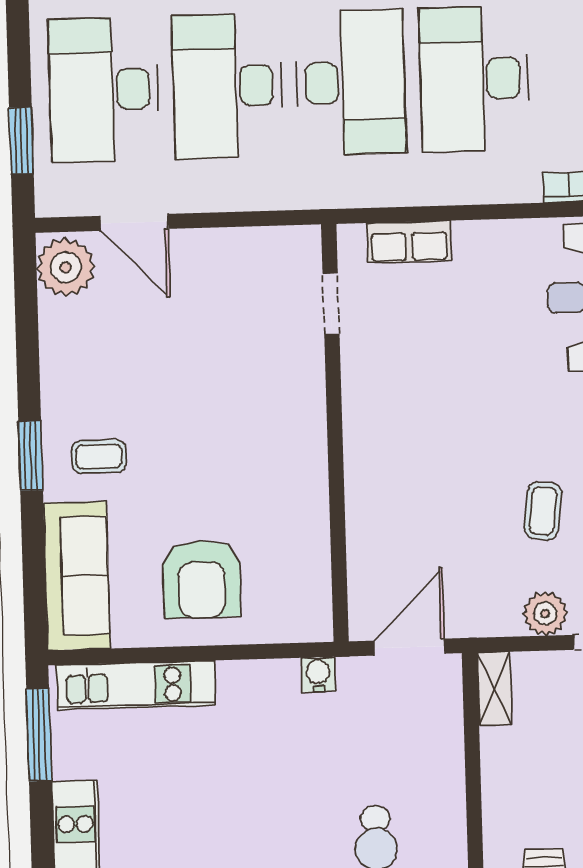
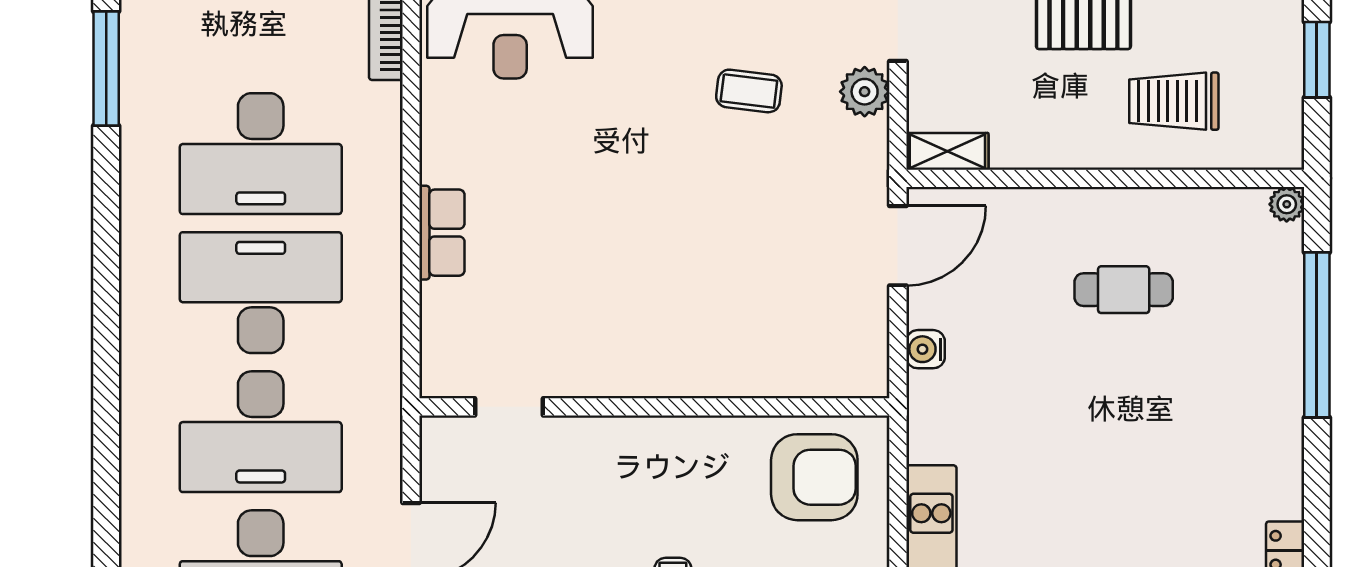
doorway: (331, 304) -> (509, 407), moved
wall: (335, 433) -> (654, 407), moved
door: (409, 647) -> (898, 246), swing flipped

